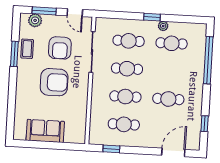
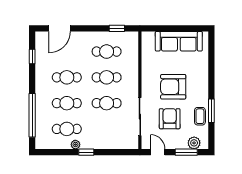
cafe table: (129, 41) -> (67, 103), moved
sofa: (45, 131) -> (179, 41), width x1.36

